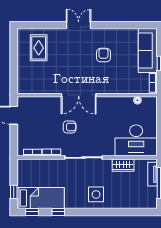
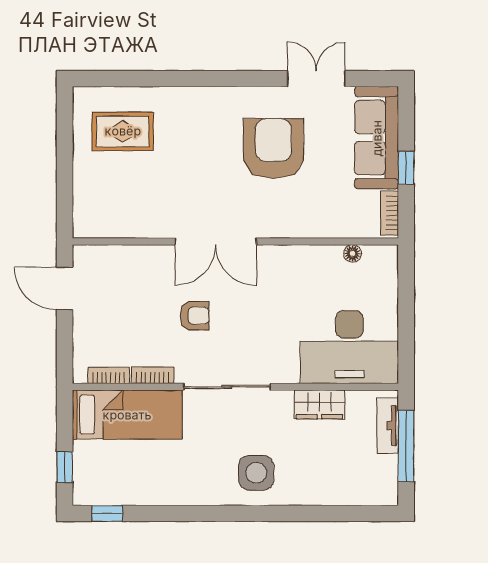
double door: (79, 25) -> (316, 79), moved
rug: (39, 48) -> (123, 131), turned 90
armchair: (103, 55) -> (273, 148), width x1.88, depth x1.88
bed: (41, 198) -> (127, 415), moved
window: (58, 212) -> (168, 513), removed

